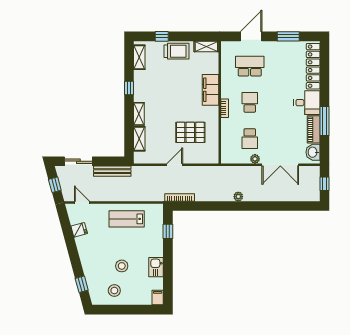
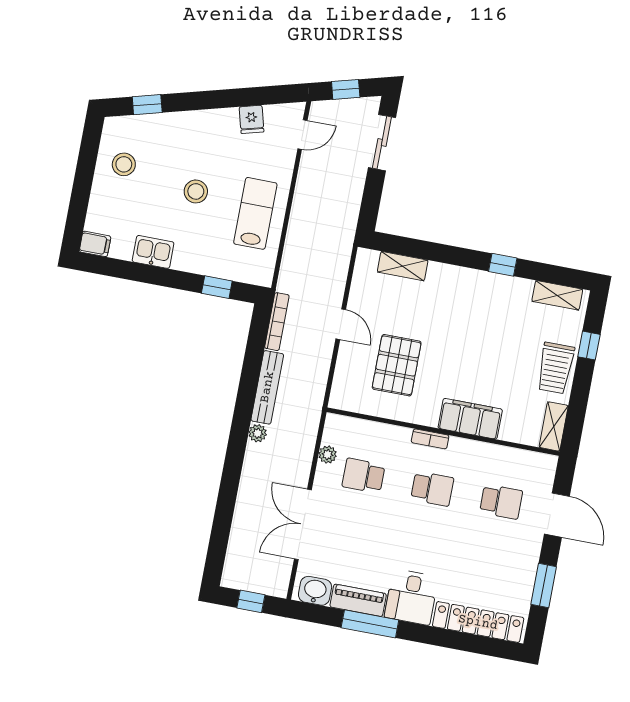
school desk: (250, 66) -> (501, 502), width x0.54
shelving: (139, 114) -> (450, 274), removed
plant: (255, 159) -> (328, 455), moved
bench: (112, 171) -> (267, 387), moved
stool: (122, 266) -> (196, 191), moved

